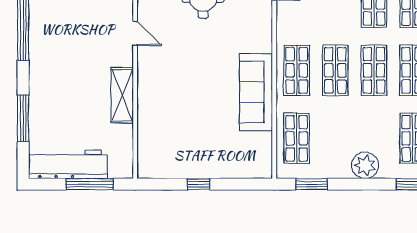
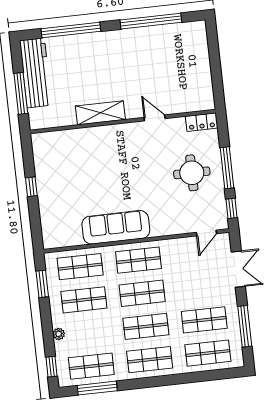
door: (135, 33) -> (155, 118), swing flipped
window: (23, 118) -> (71, 30), width x1.46
shop shelf: (335, 138) -> (84, 300), added
plant: (365, 165) -> (59, 334), width x0.53, depth x0.53

